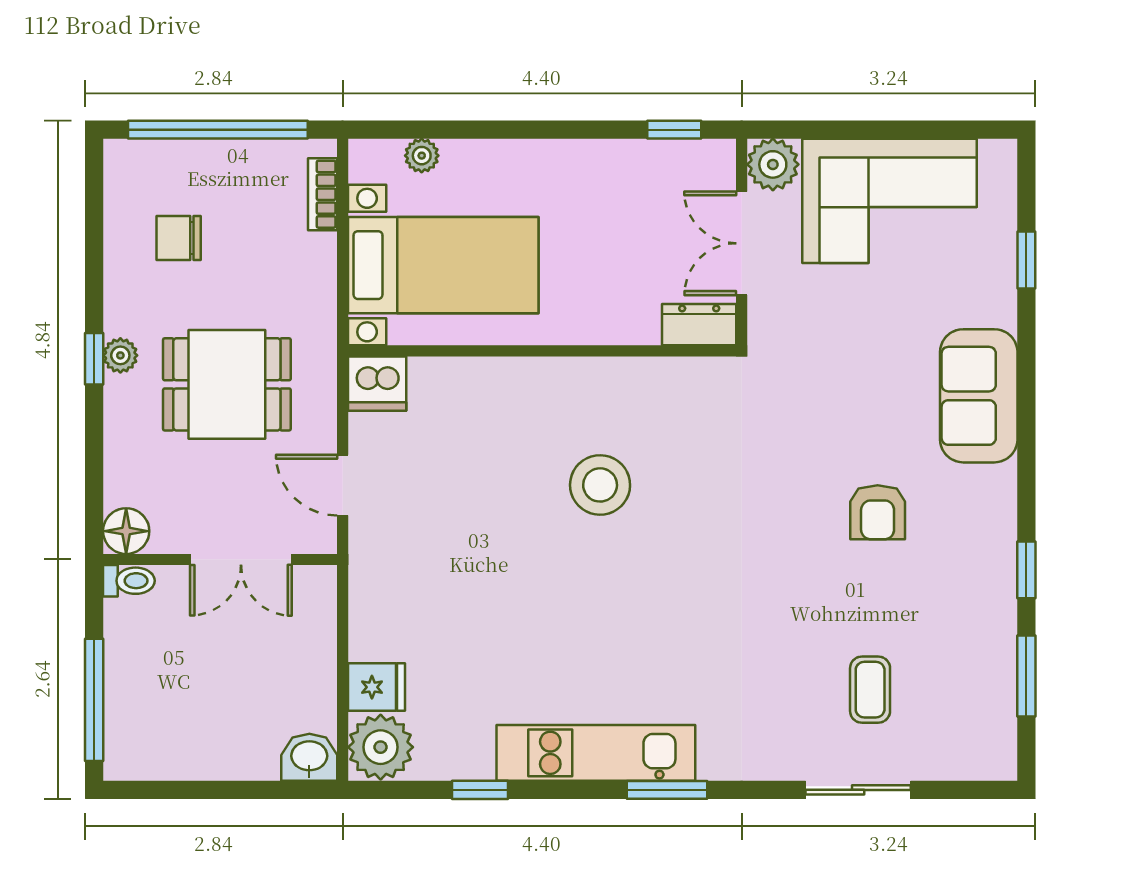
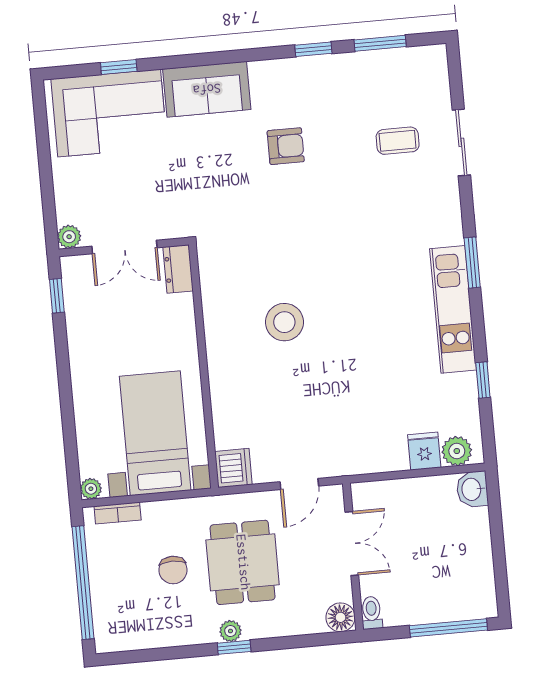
plant: (422, 156) -> (91, 489), moved
plant: (773, 164) -> (69, 237), width x0.73, depth x0.73
corner sofa: (889, 201) -> (109, 113), moved, turned 90
chair: (179, 238) -> (173, 570), moved
plant: (381, 747) -> (457, 451), width x0.73, depth x0.73

